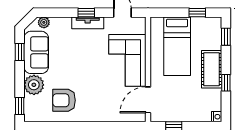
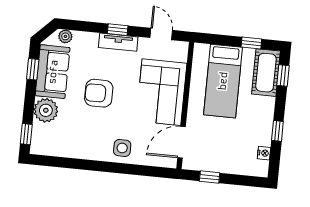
cot: (212, 69) -> (266, 73), moved
armchair: (64, 100) -> (99, 93), moved
side table: (100, 109) -> (122, 148), added
nightstand: (217, 117) -> (264, 153), moved

